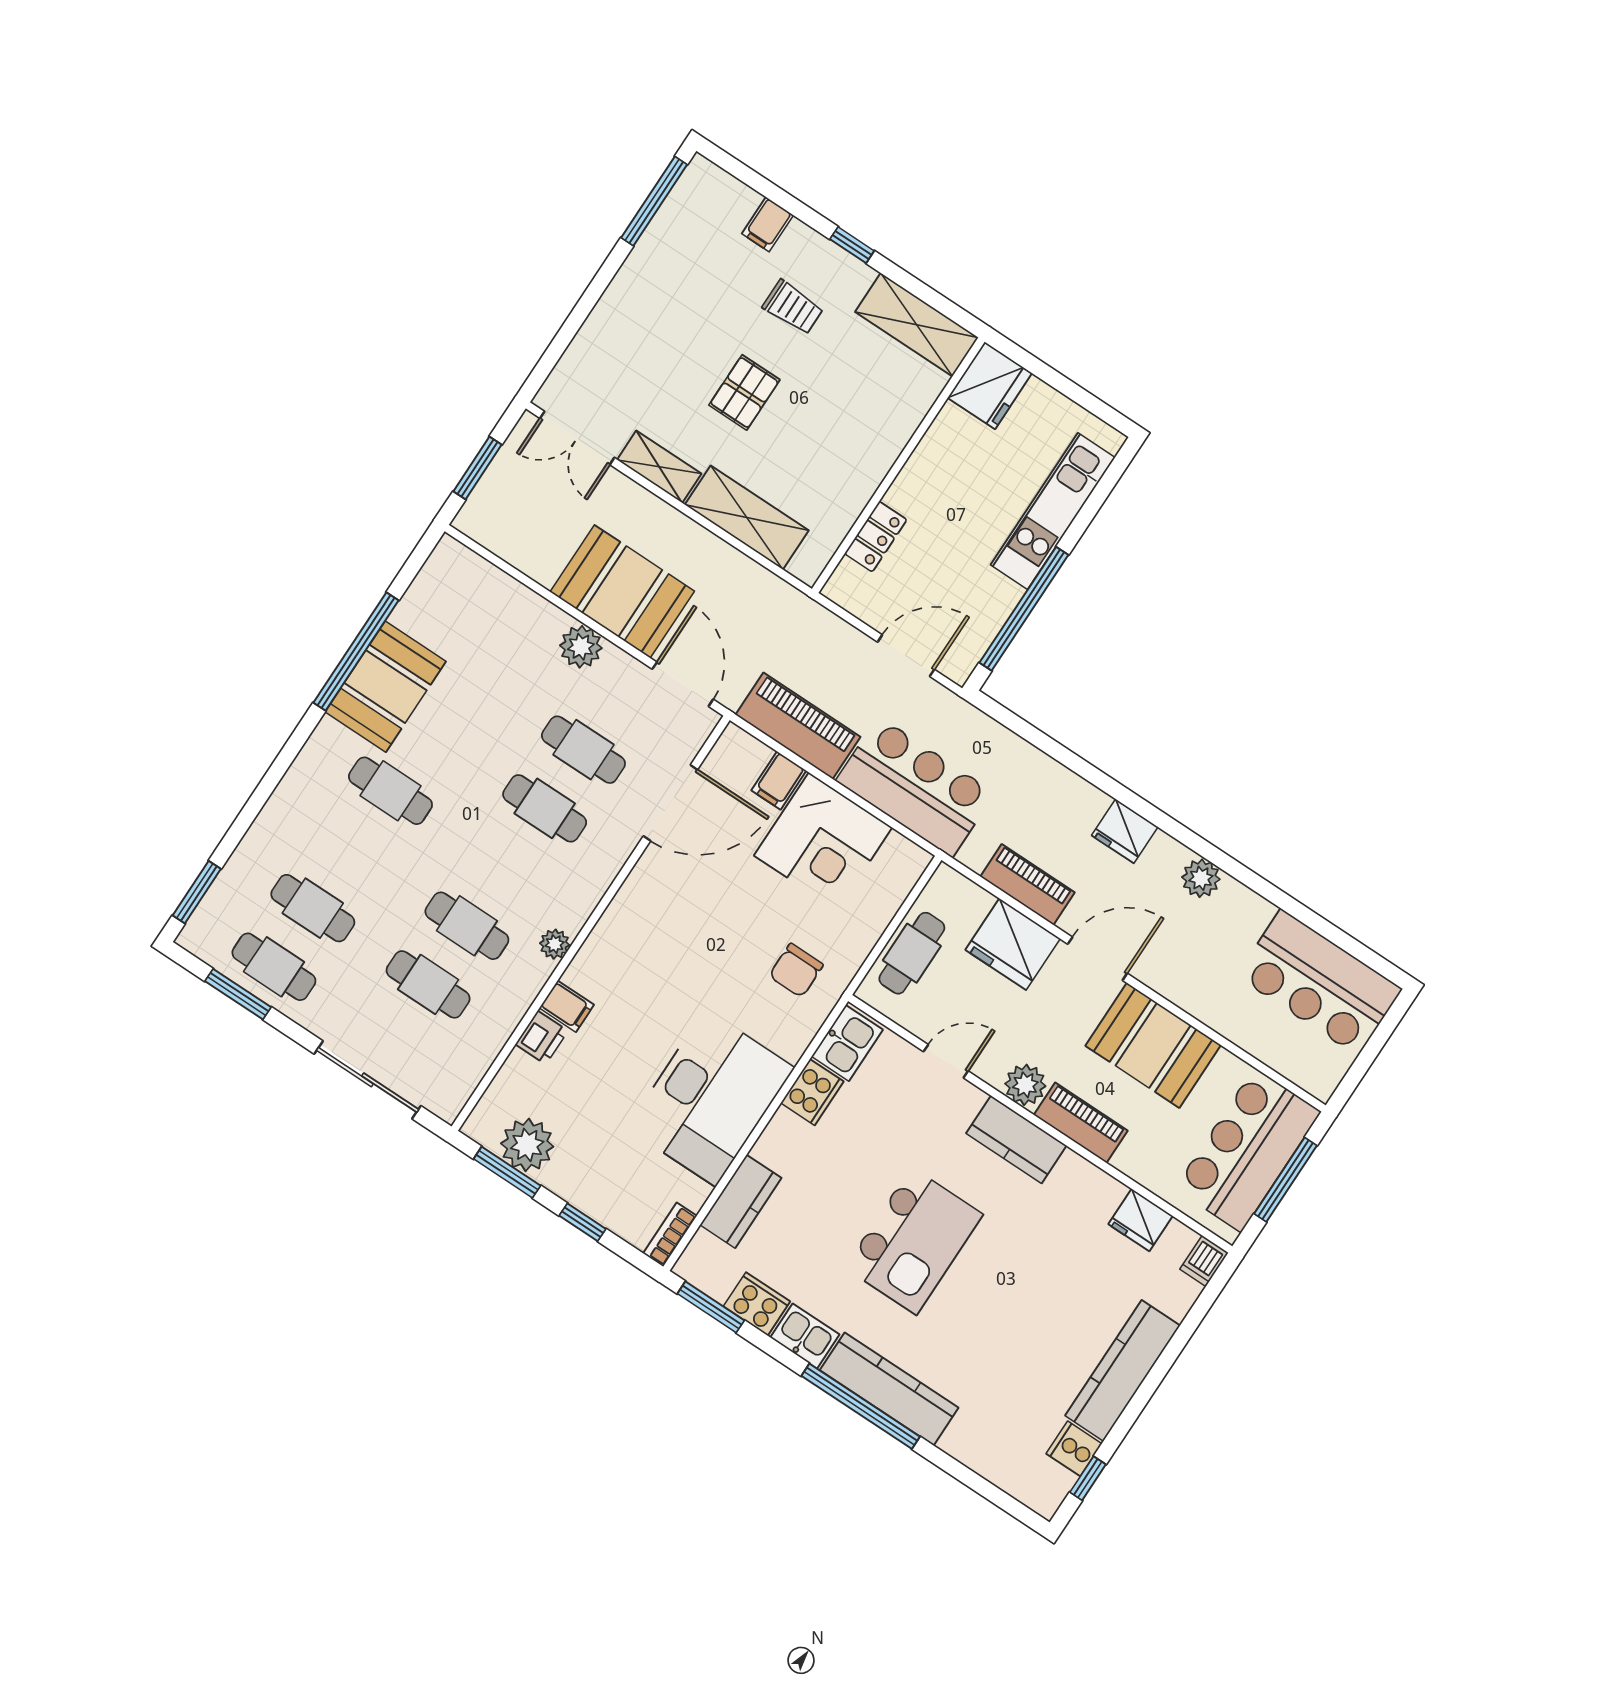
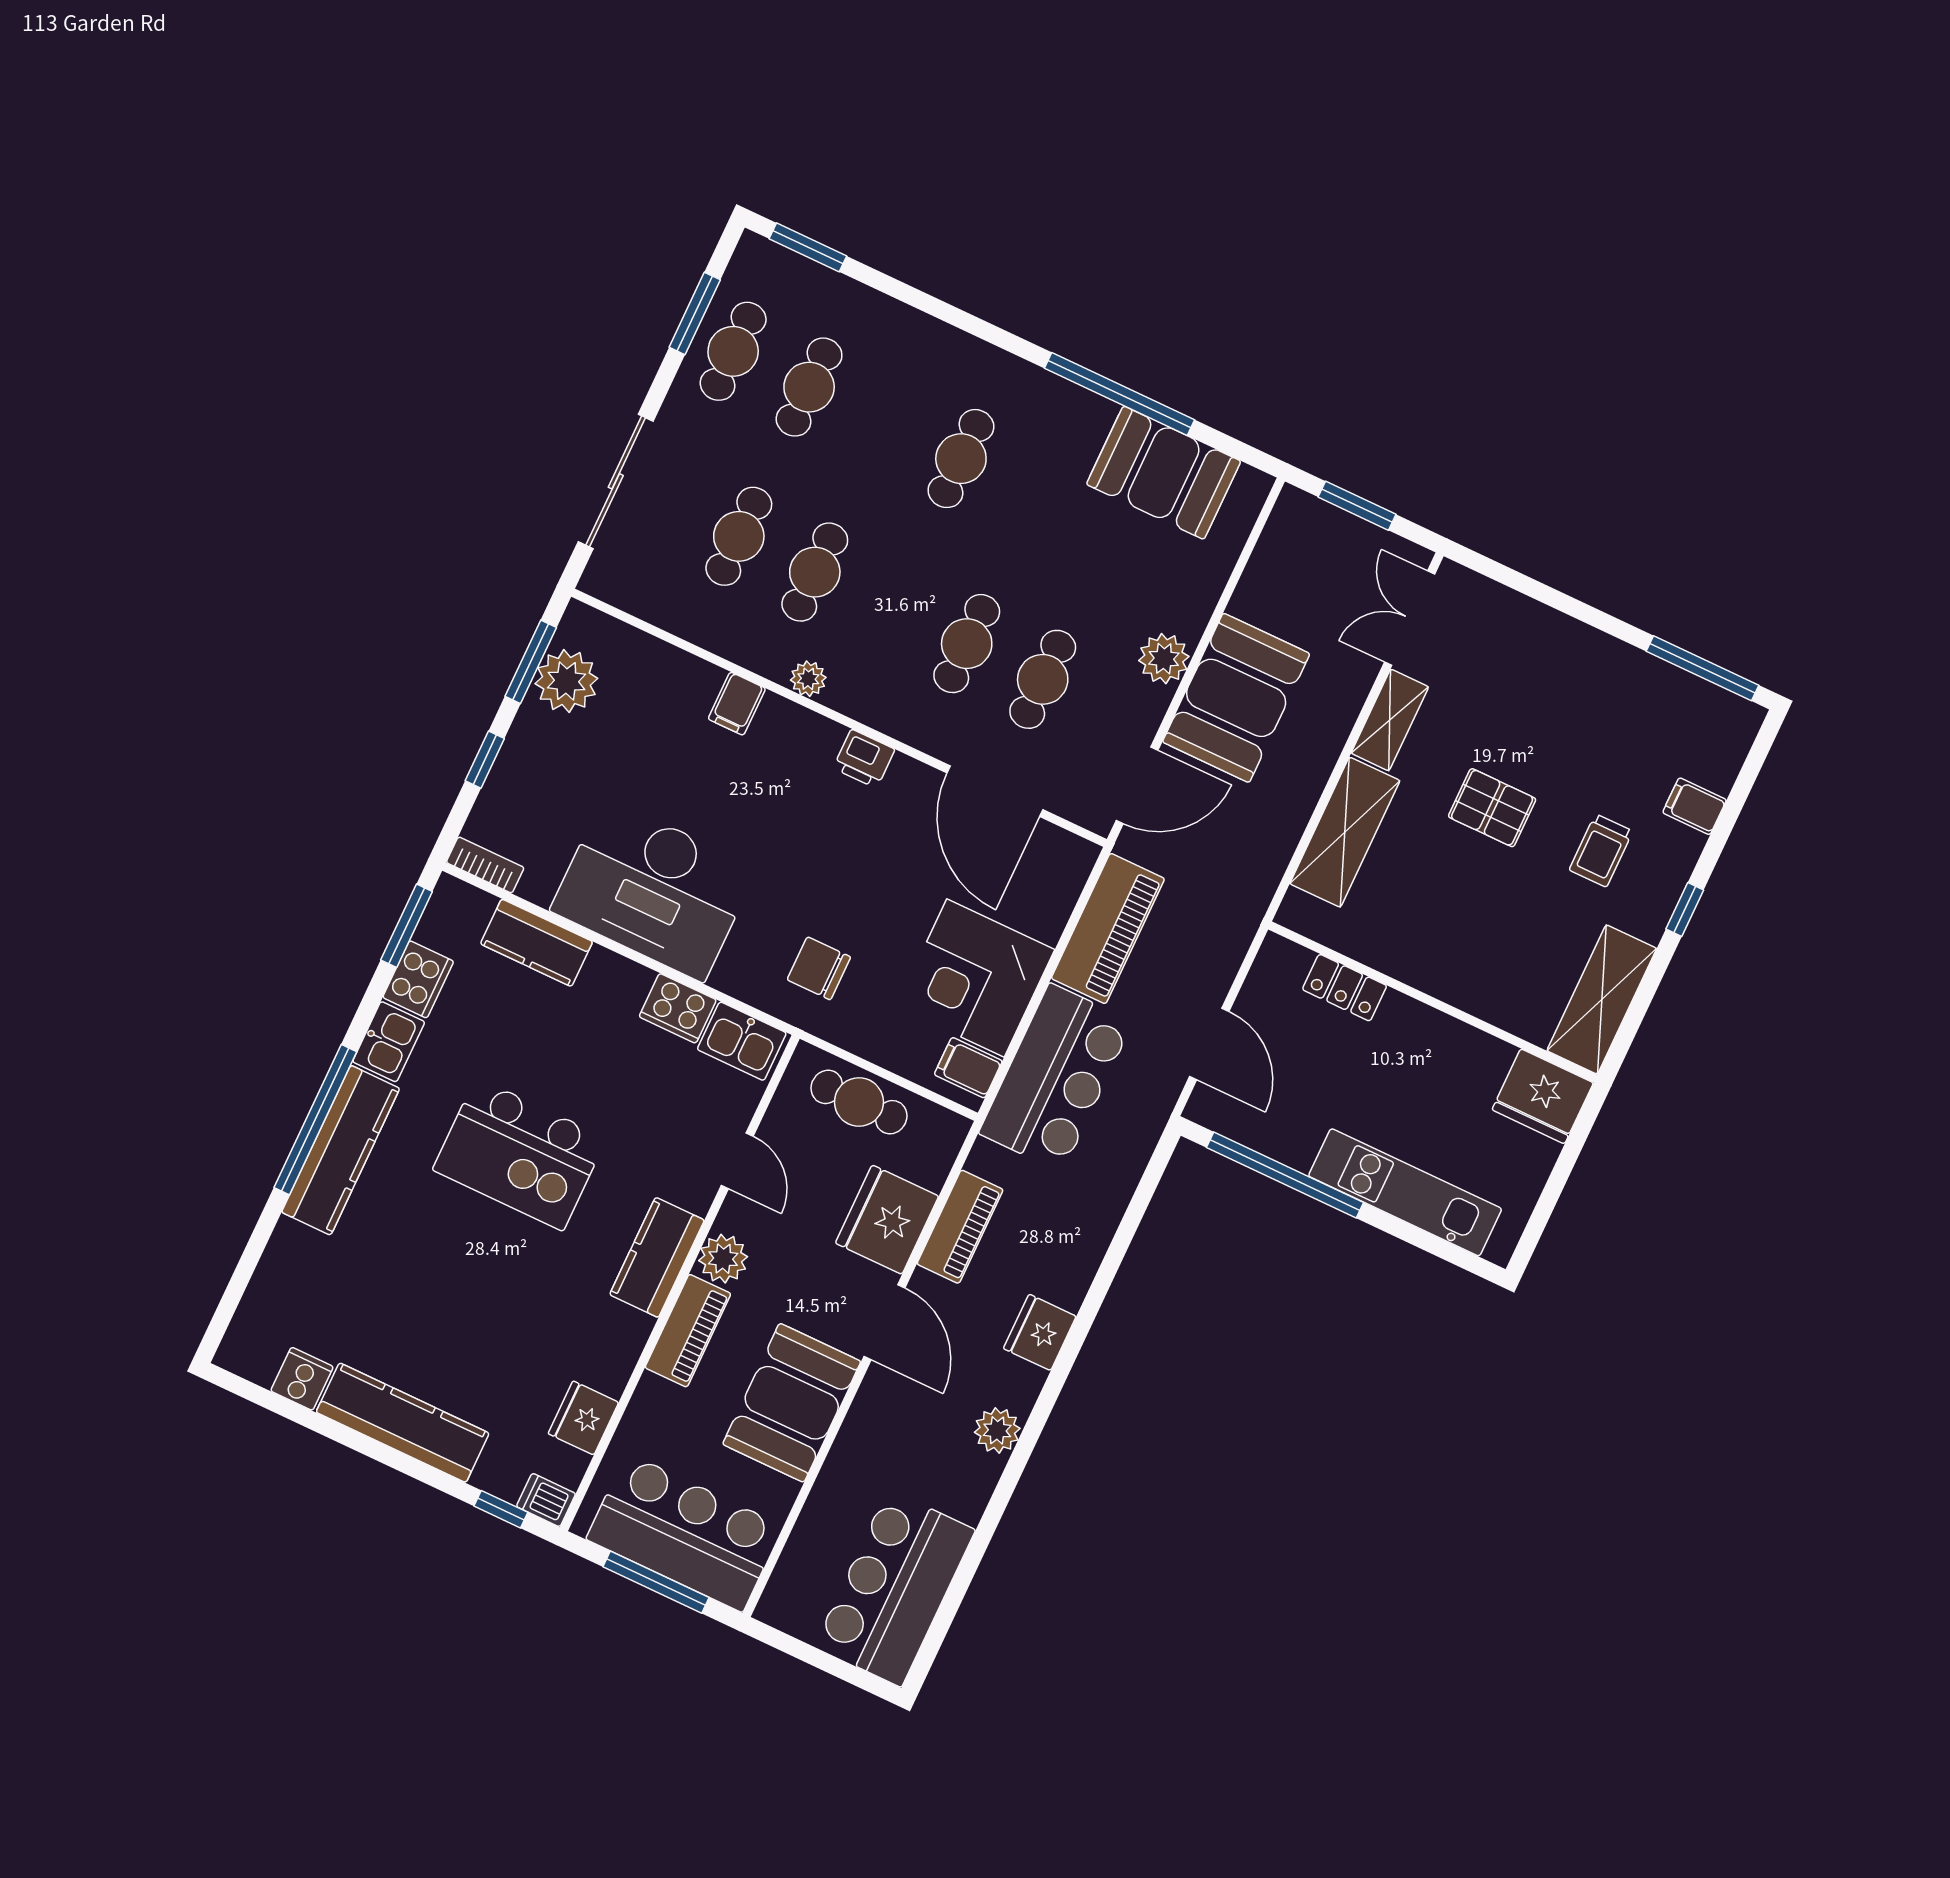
booth: (386, 687) -> (1164, 473), moved
filing cabinet: (779, 780) -> (968, 1068), moved
printer: (542, 1038) -> (864, 759), moved
window: (1088, 1478) -> (501, 1509), moved

